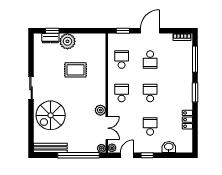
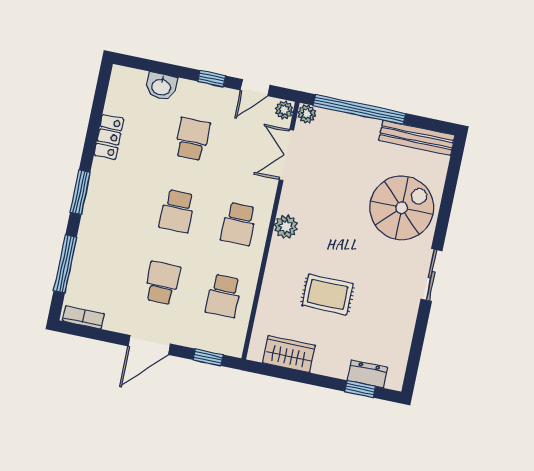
wardrobe: (87, 40) -> (289, 354), added
plant: (67, 41) -> (332, 360), removed
plant: (100, 110) -> (286, 227), moved
school desk: (150, 126) -> (192, 139), turned 180

